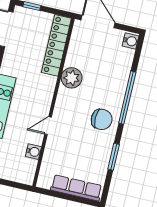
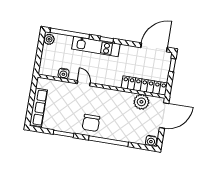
plant: (72, 78) -> (141, 102), moved

